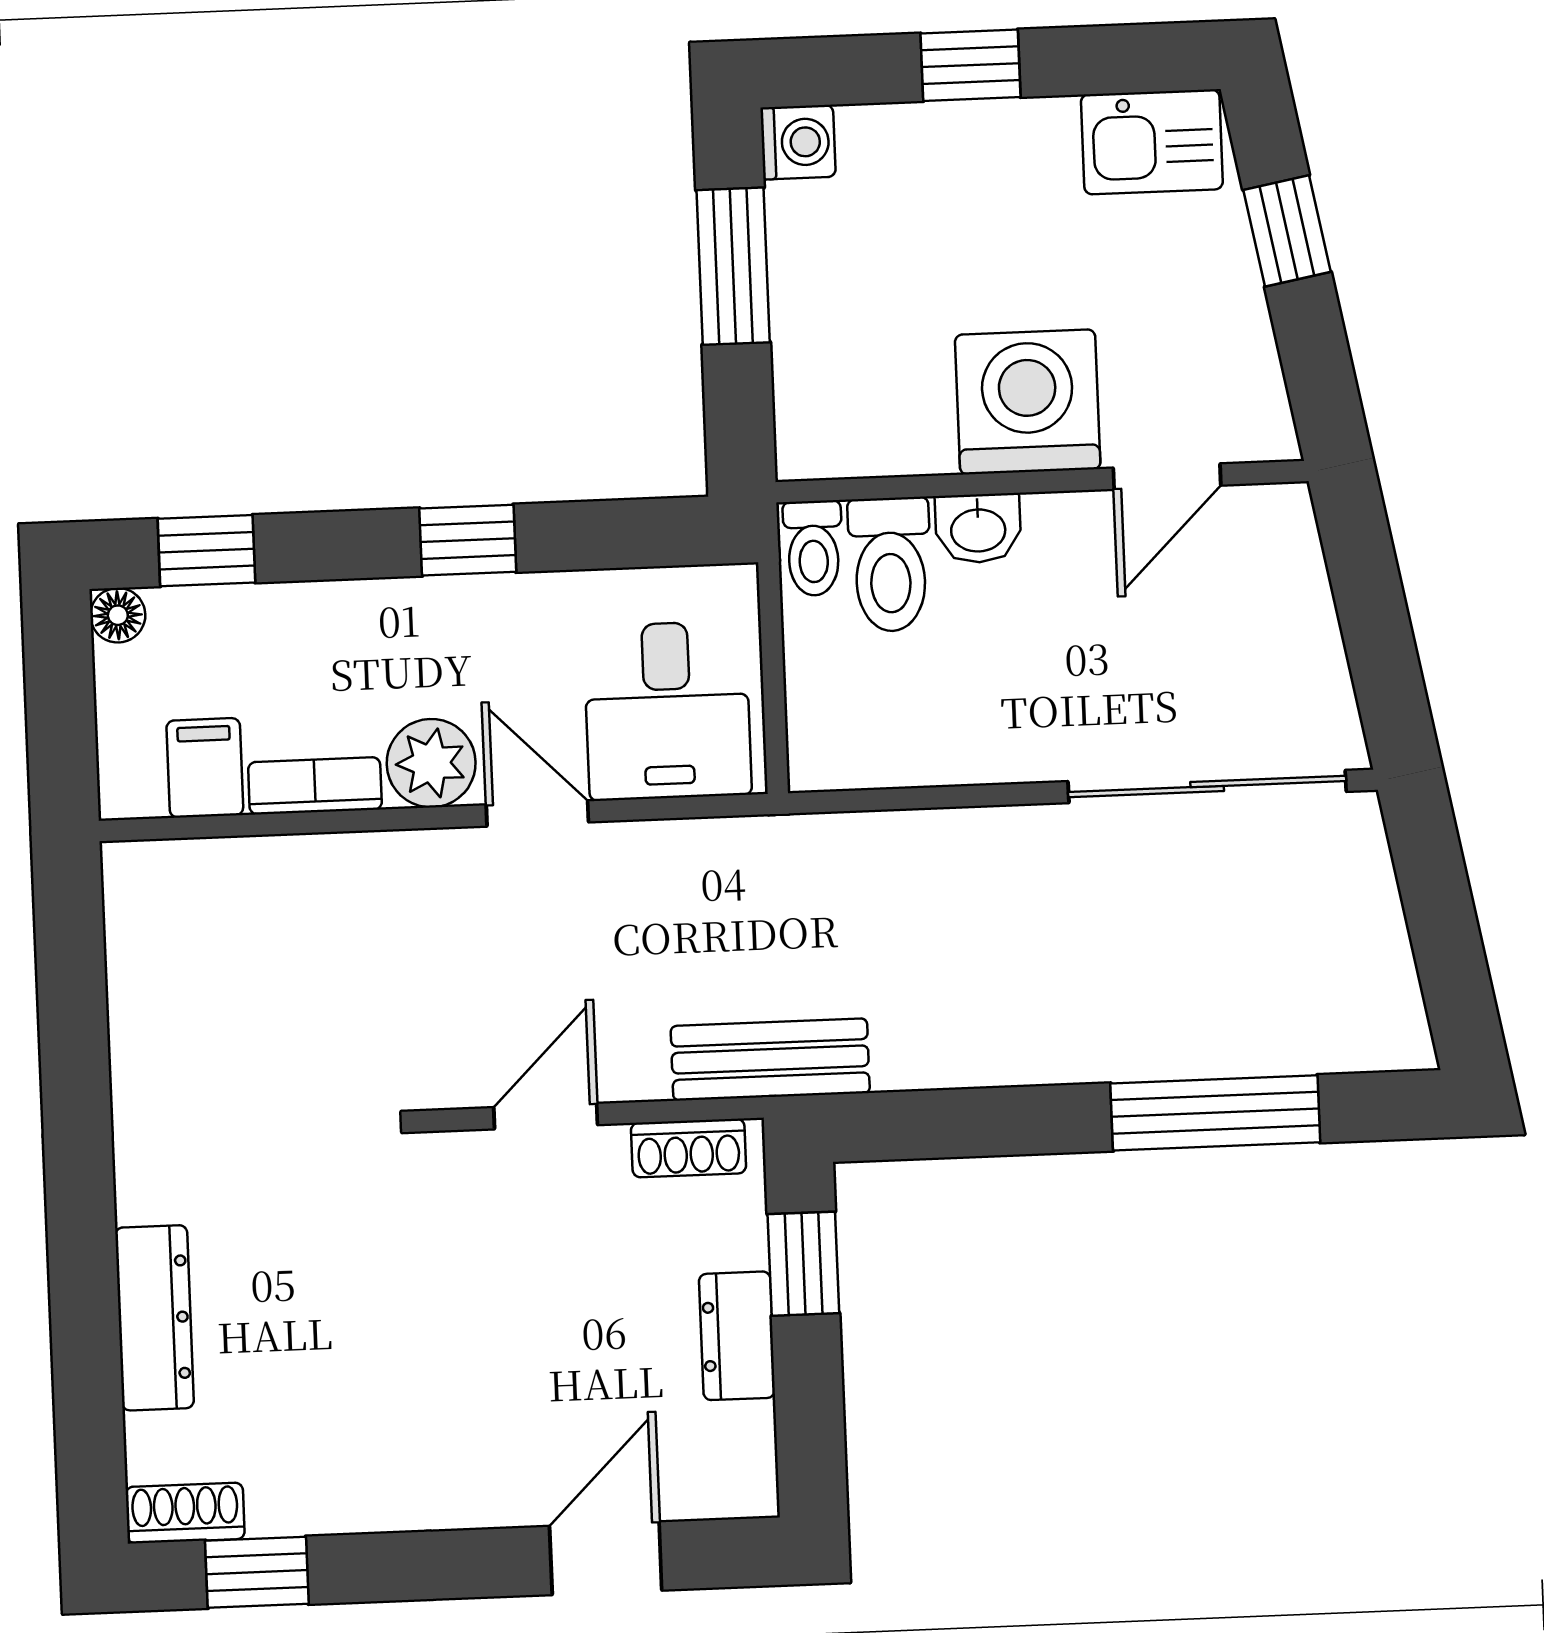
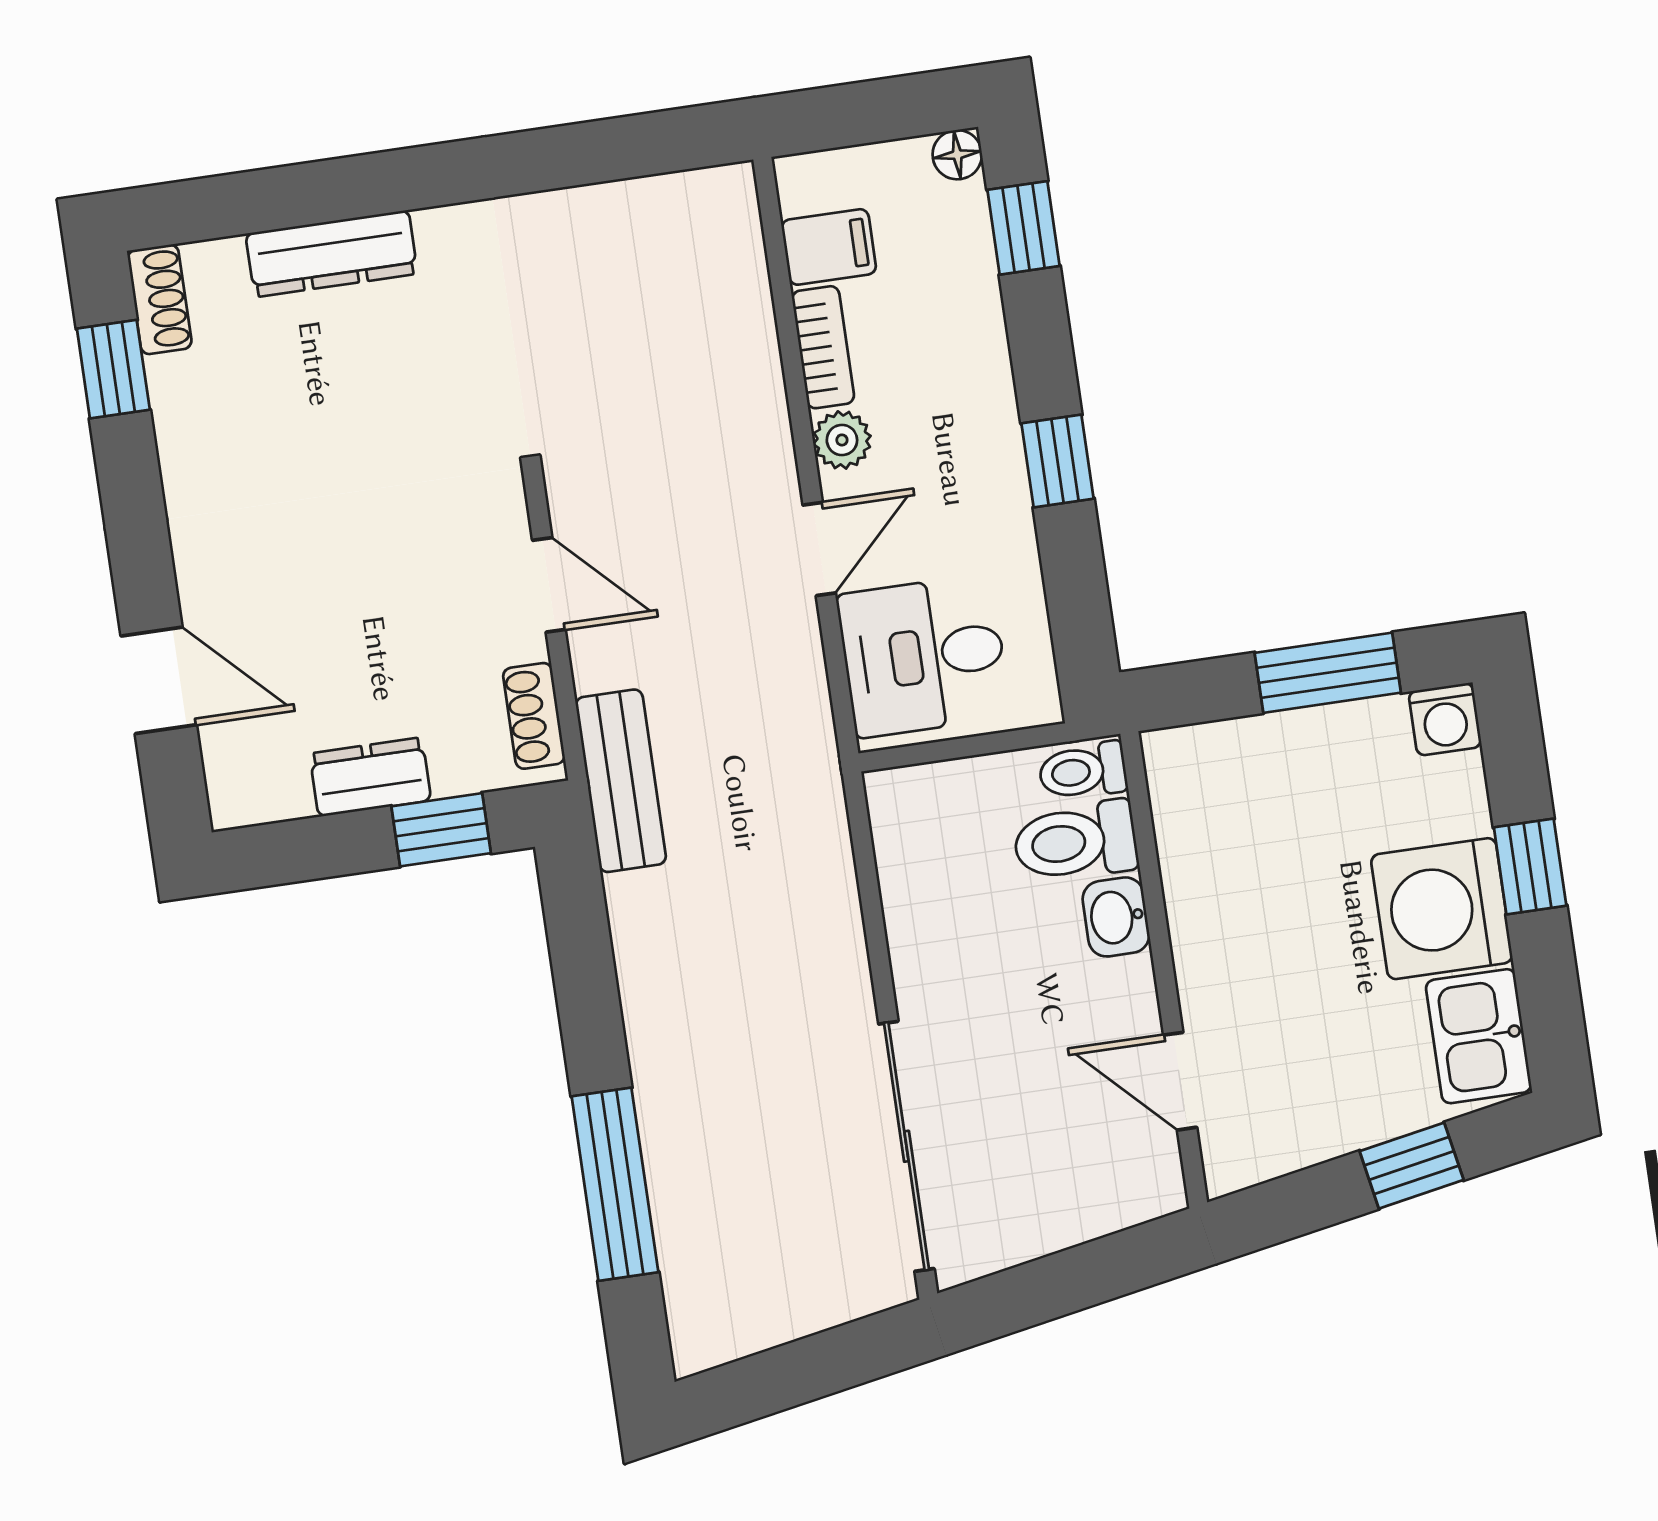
washing machine: (1028, 402) -> (1442, 909), moved, turned 180
plant: (431, 763) -> (842, 440), width x0.73, depth x0.73

